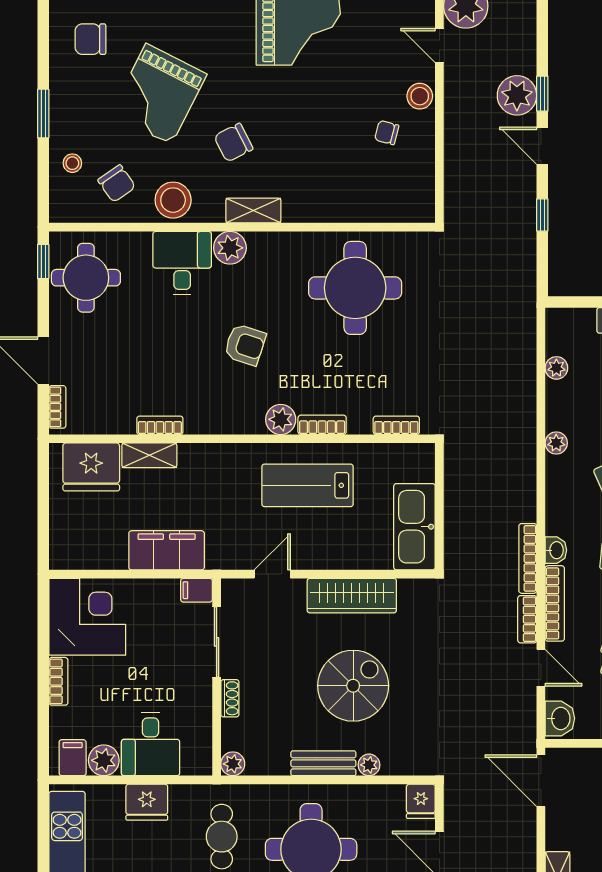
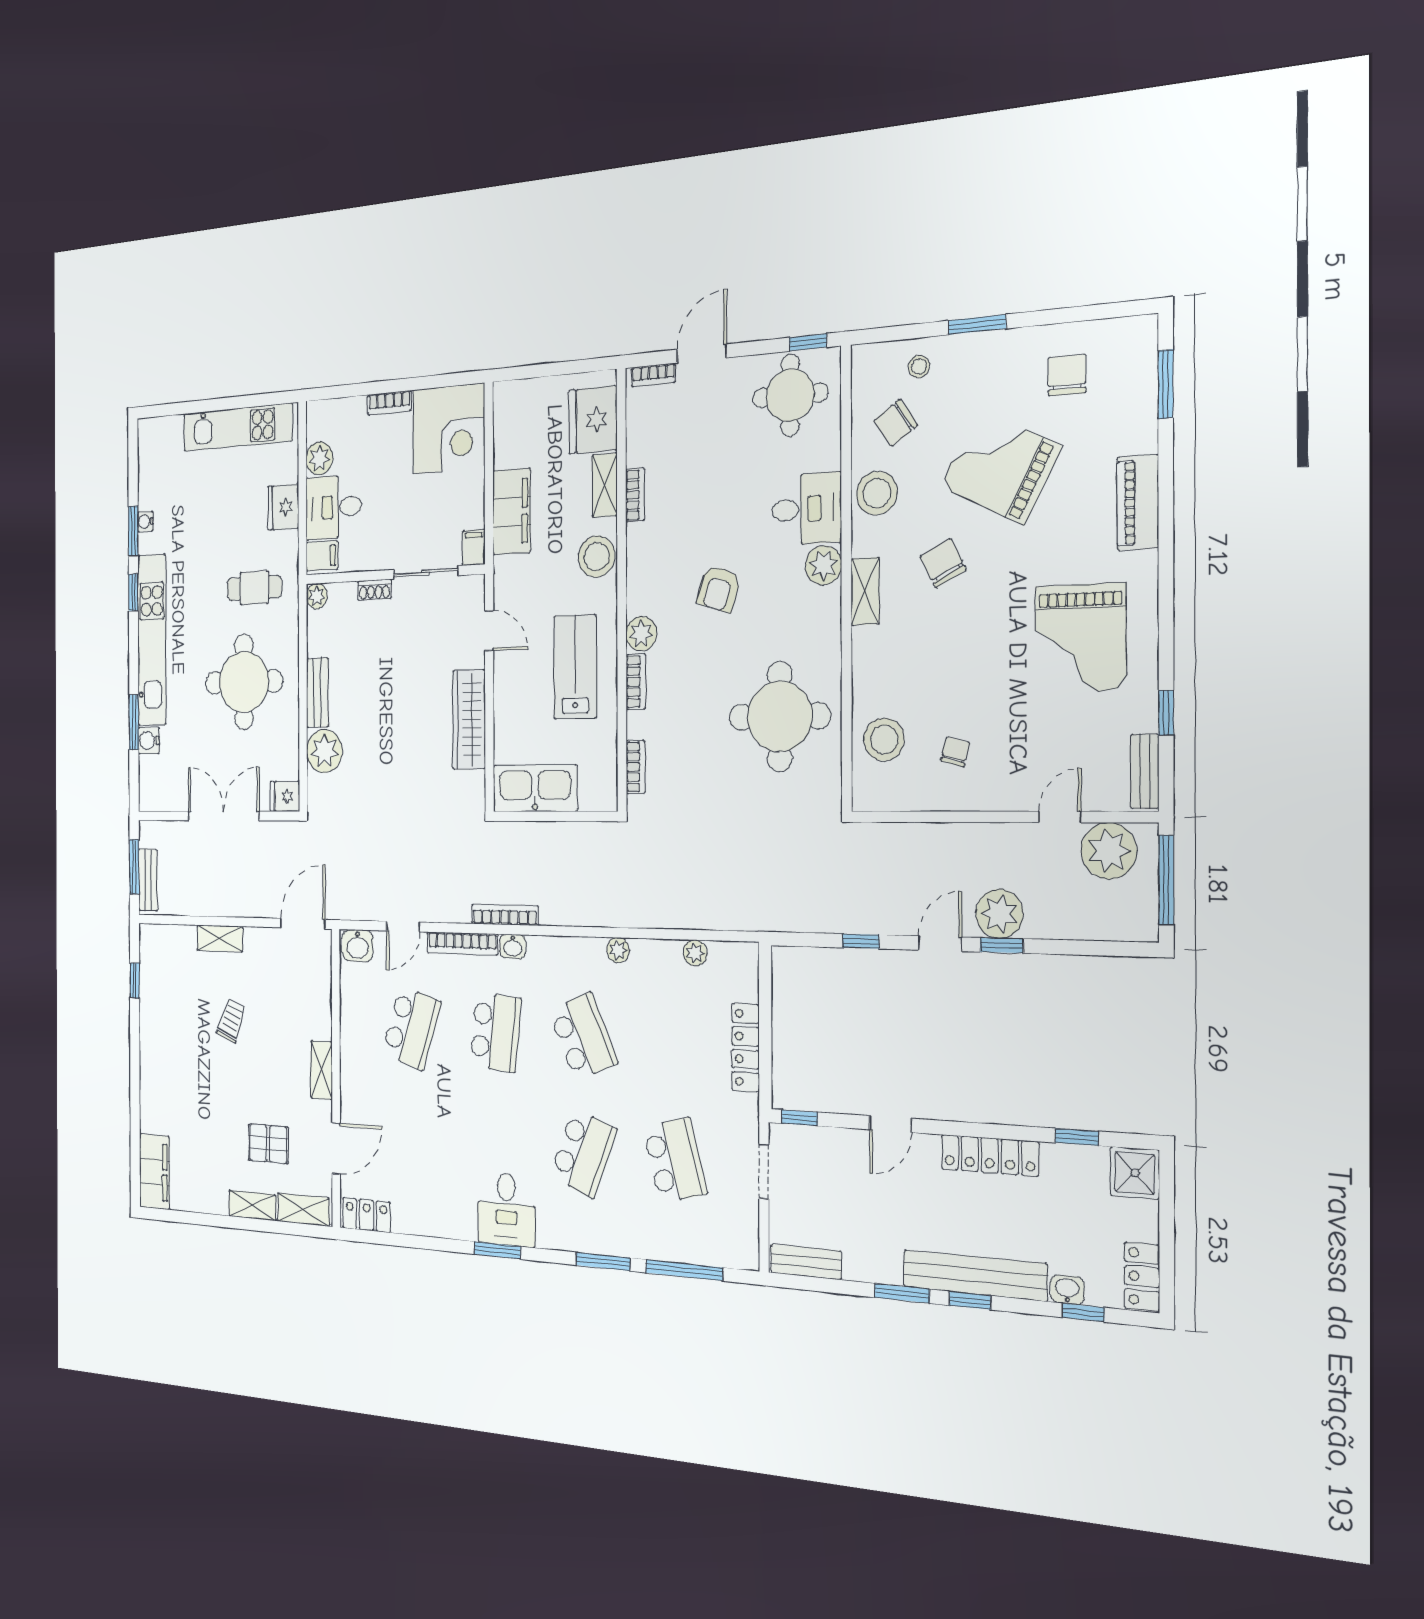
stool: (420, 96) -> (884, 739), moved, width x1.38, depth x1.38
stool: (211, 464) -> (597, 556), added
bookcase: (527, 619) -> (447, 913), removed
spiral stairs: (353, 686) -> (386, 723), removed
filing cabinet: (73, 758) -> (322, 556), moved
plant: (369, 765) -> (324, 751), width x1.88, depth x1.88

